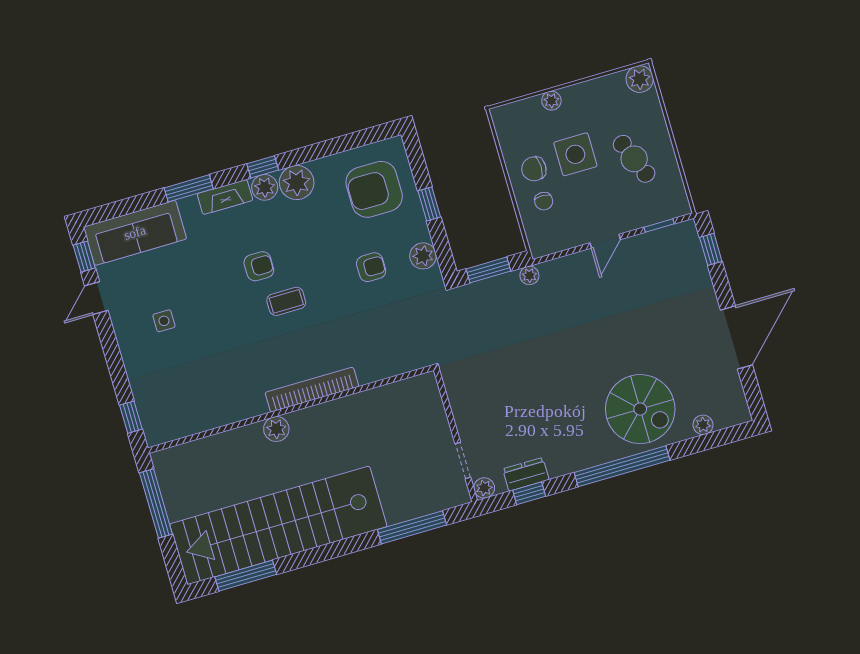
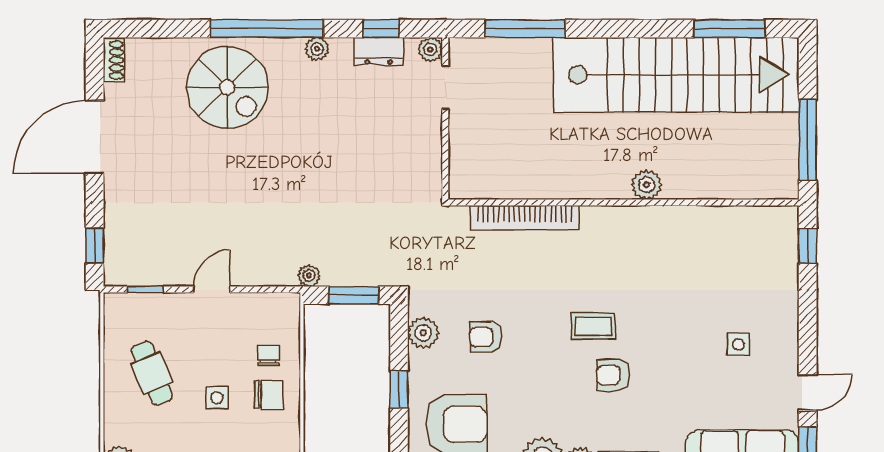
side table: (575, 154) -> (217, 398), width x0.54, depth x0.54
bookcase: (312, 390) -> (525, 218), moved
shoe rack: (739, 405) -> (114, 60), added
spiral stairs: (640, 409) -> (227, 87), turned 180
plant: (703, 425) -> (317, 49), moved

